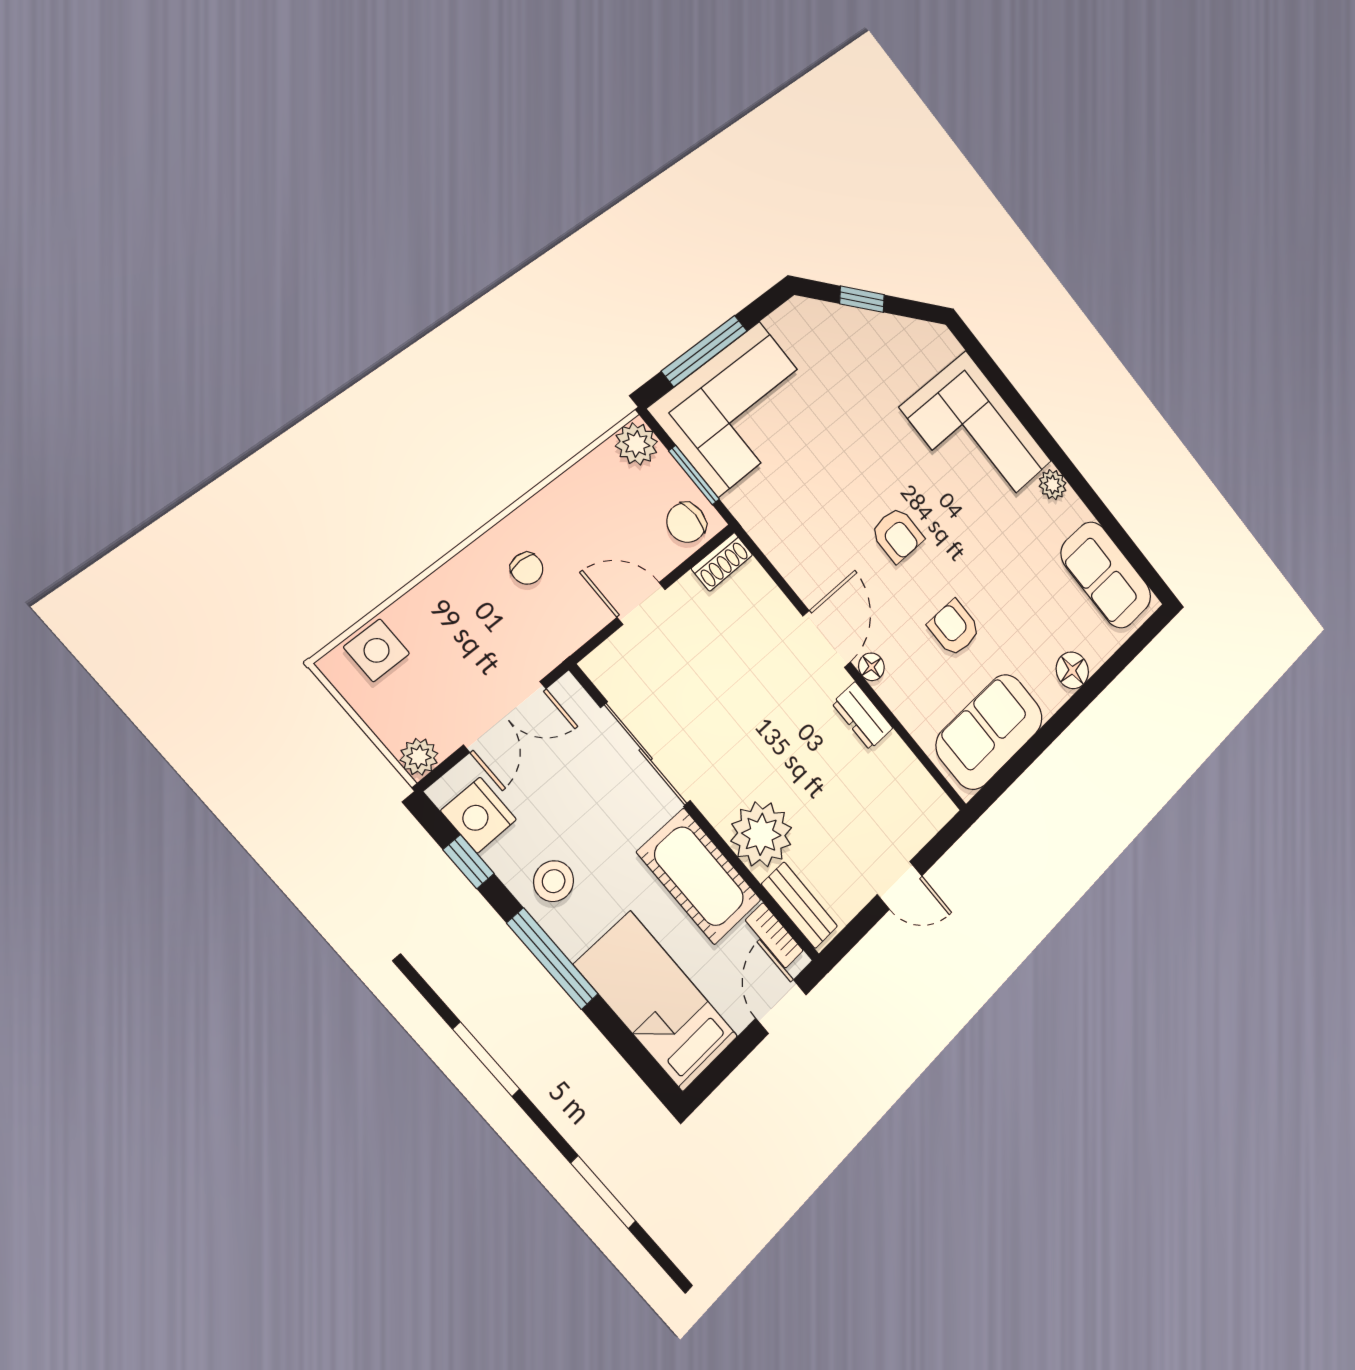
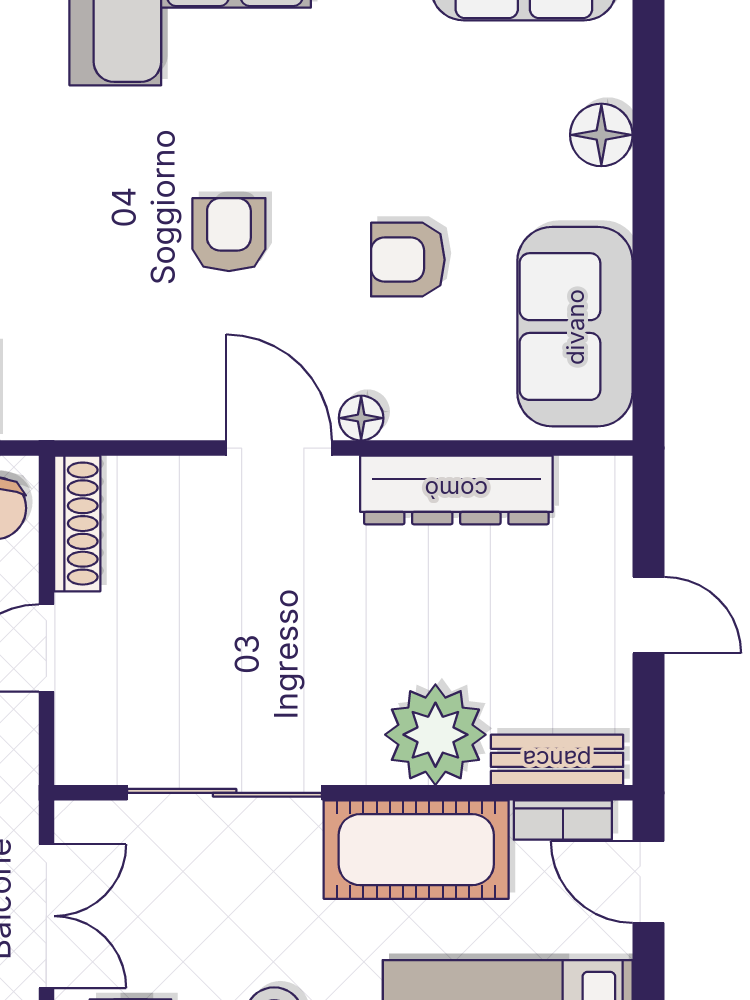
armchair: (897, 535) -> (229, 235), turned -90
shoe rack: (722, 562) -> (77, 524), width x1.43
dresser: (862, 716) -> (456, 490), width x1.96, depth x1.24
door: (900, 885) -> (649, 615), hinge flipped

